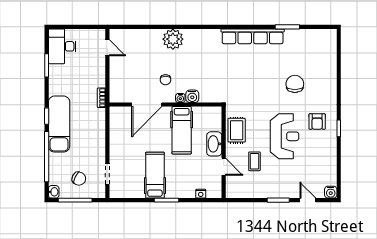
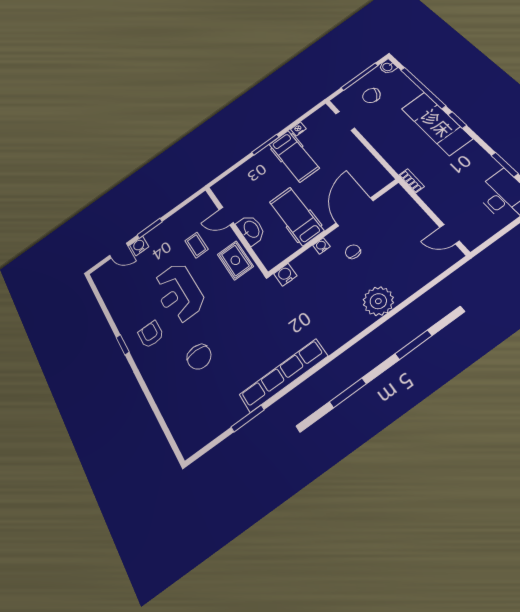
water cooler: (192, 96) -> (285, 275), moved
water cooler: (331, 192) -> (139, 246), moved
nightstand: (201, 194) -> (298, 129), moved

